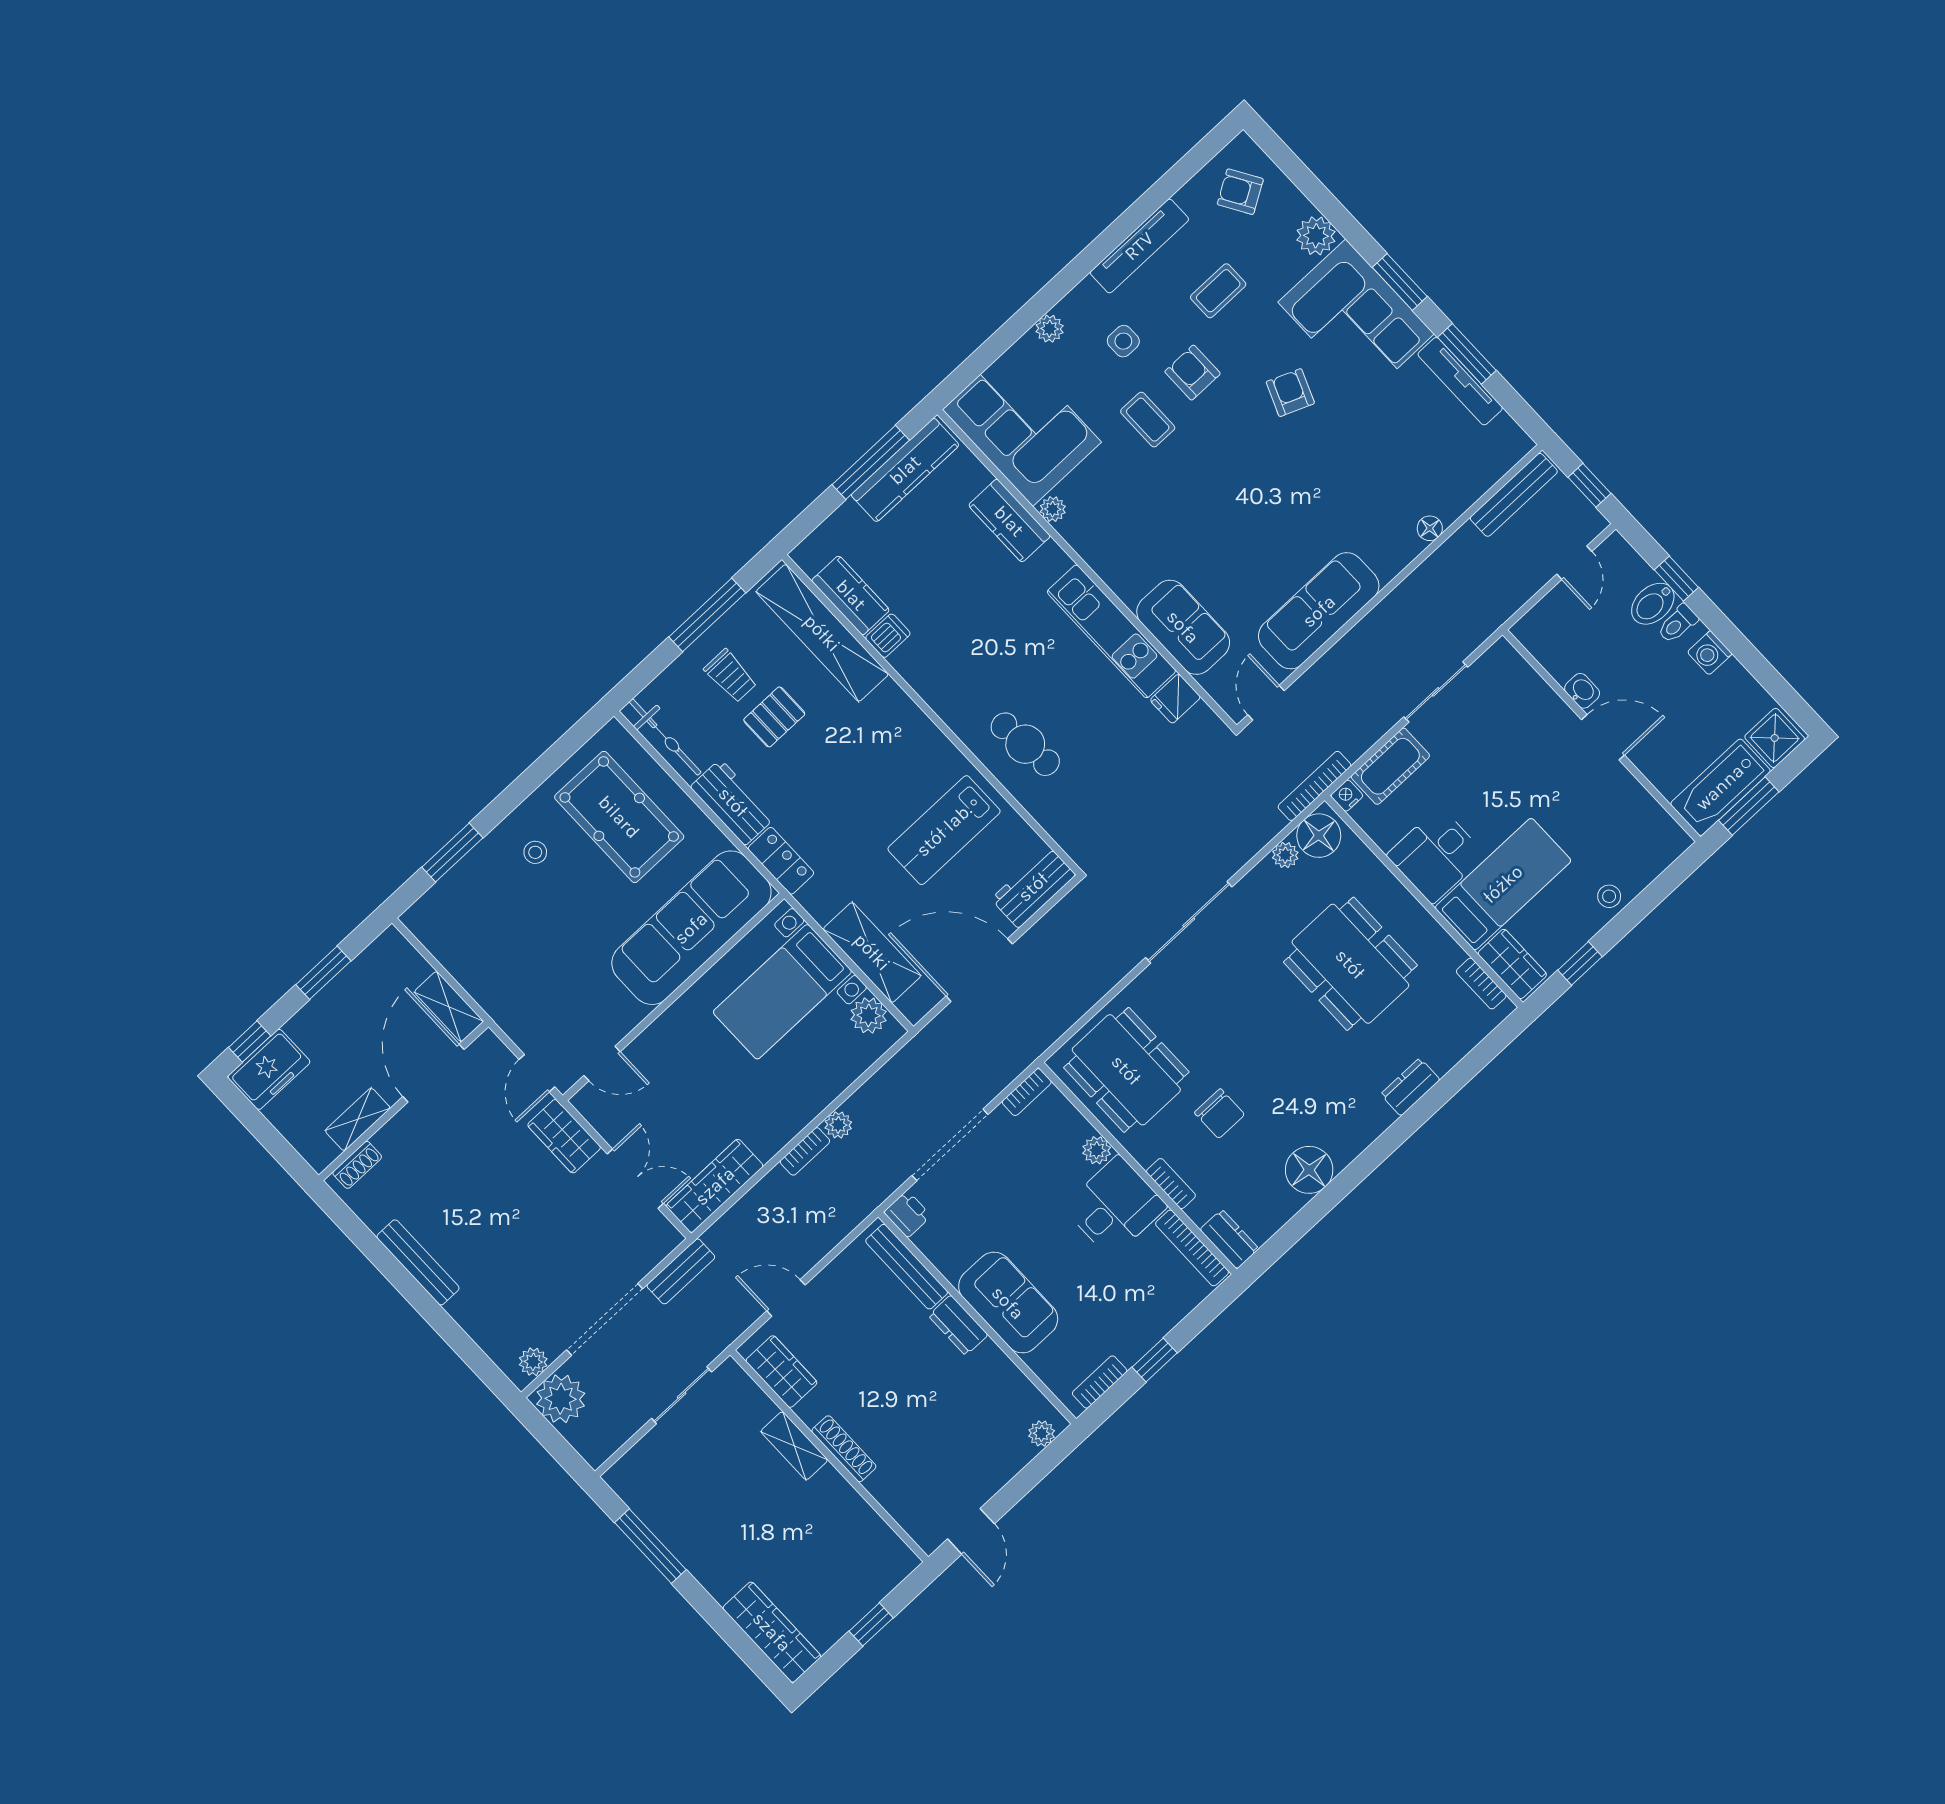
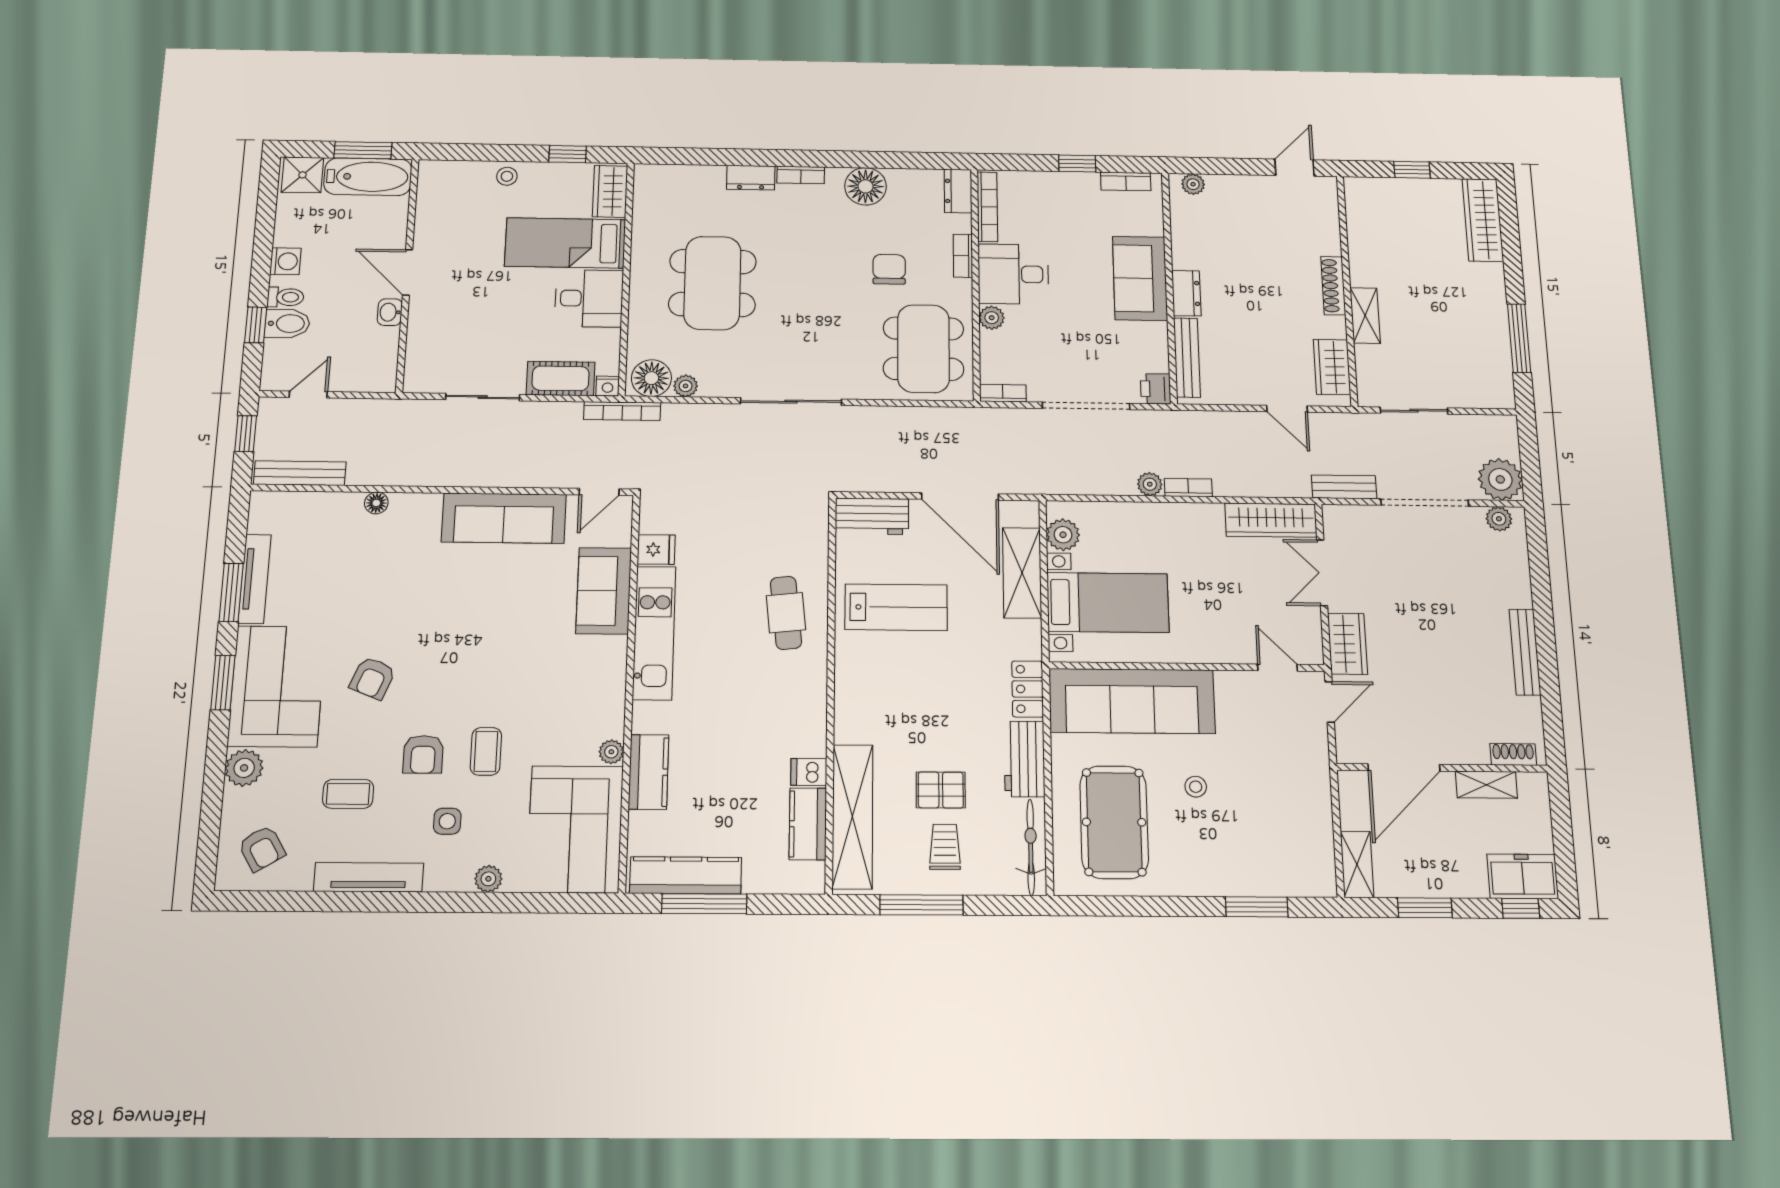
stool: (535, 852) -> (1196, 787), moved
bookcase: (1481, 984) -> (801, 175), moved, turned 90
shelving: (449, 1007) -> (1357, 864), moved

